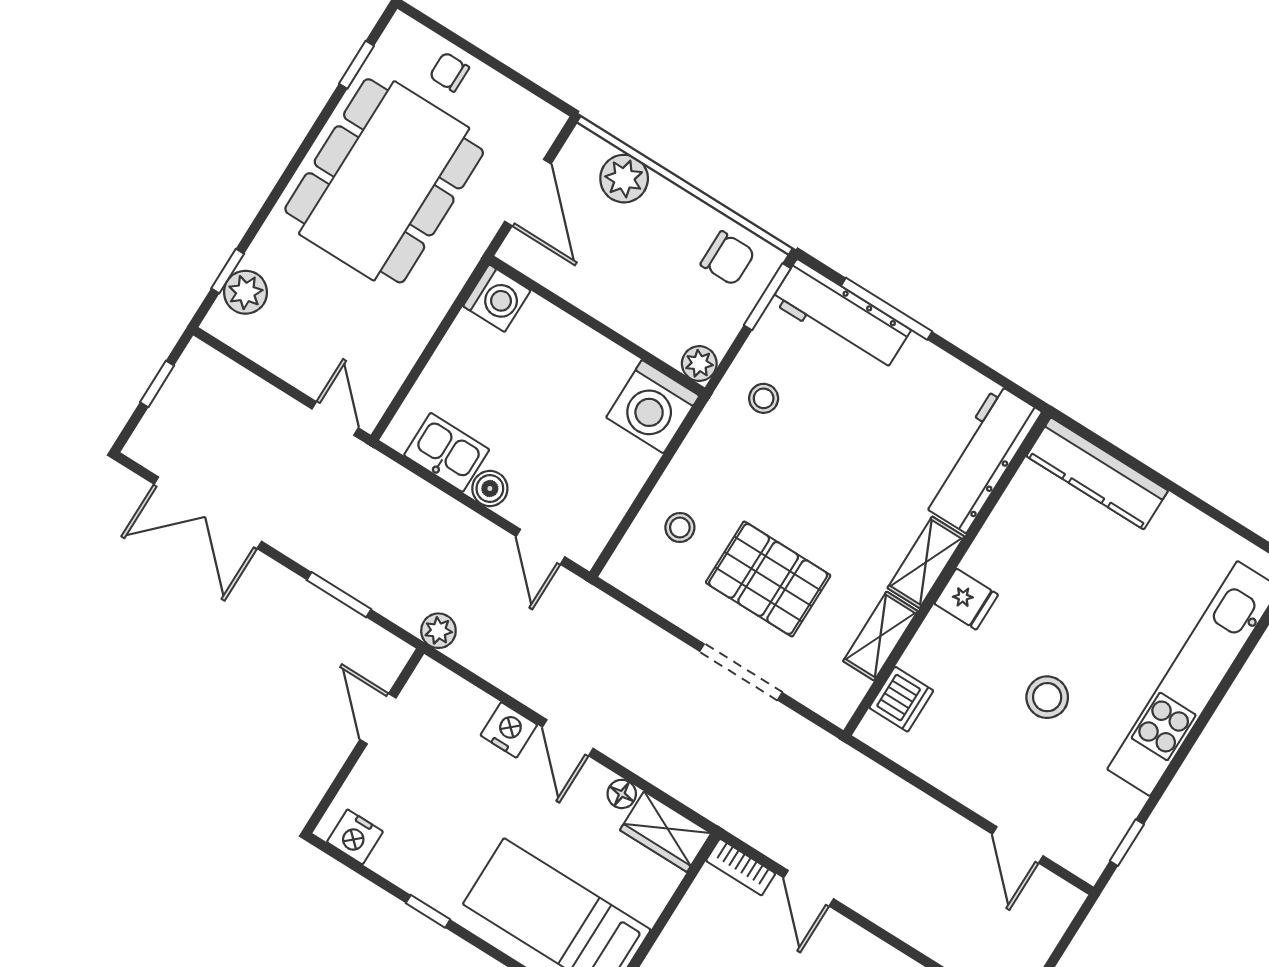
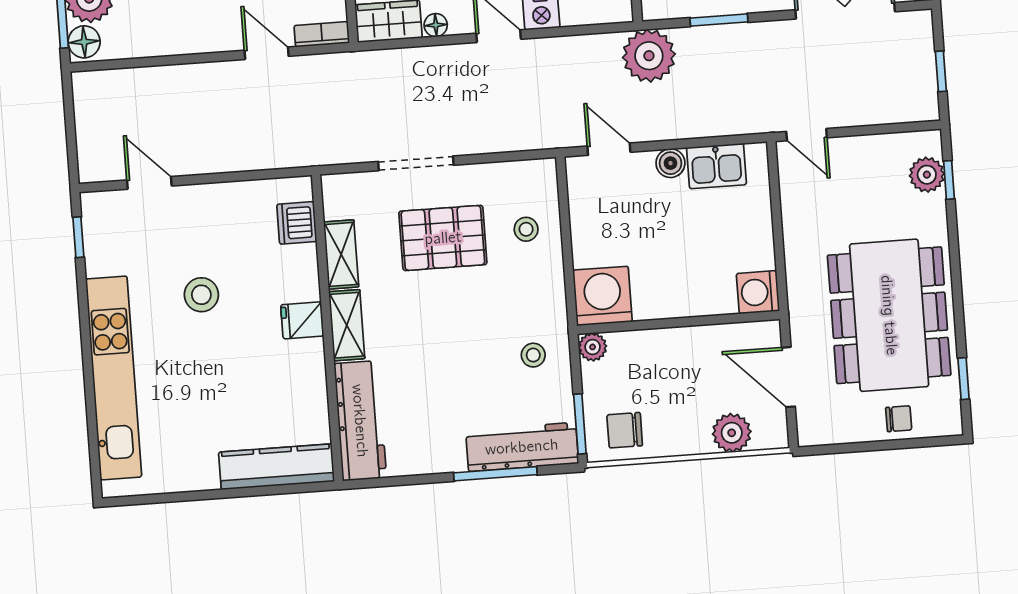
plant: (438, 631) -> (649, 56), width x1.87, depth x1.87

